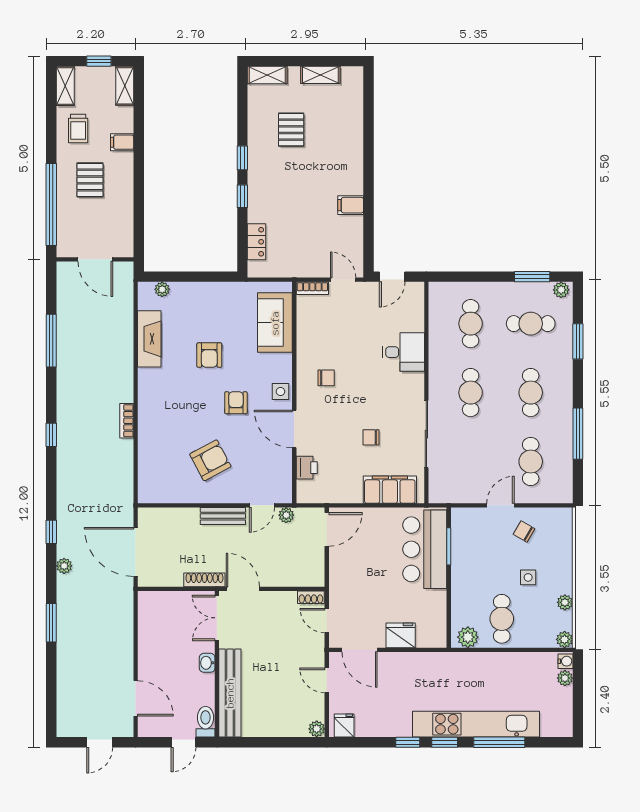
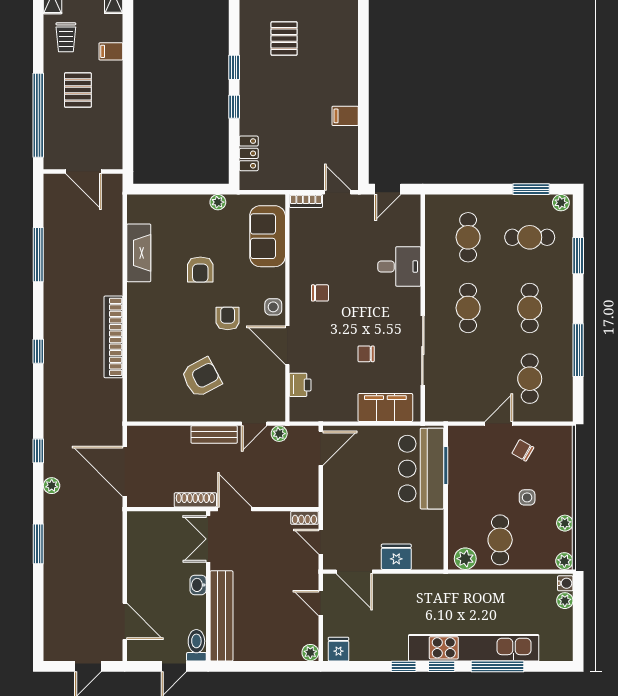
plant: (162, 289) -> (218, 202), moved
bookcase: (127, 421) -> (113, 337), width x2.31, depth x1.31

